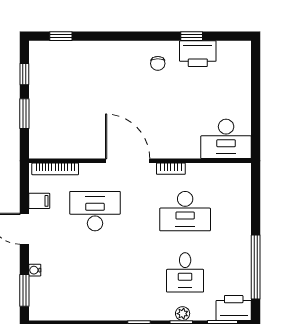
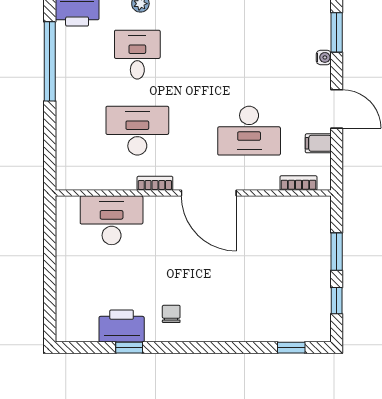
desk: (226, 139) -> (112, 220), moved
bookcase: (55, 169) -> (298, 183), width x0.64

